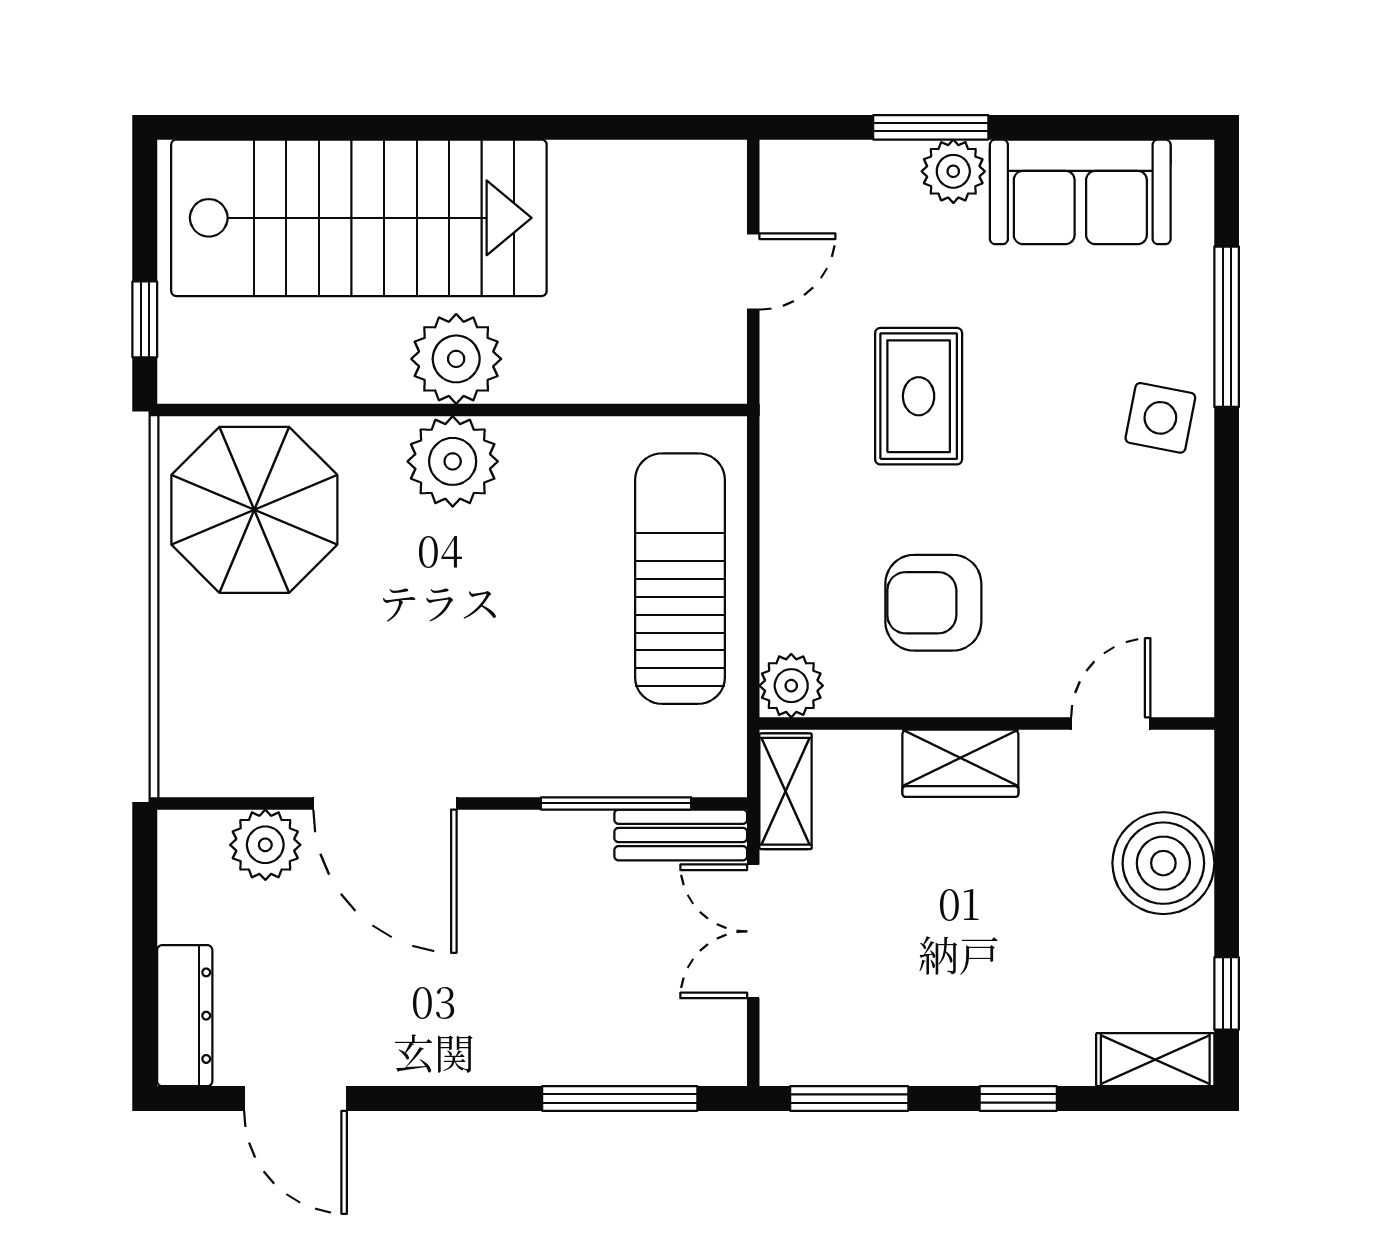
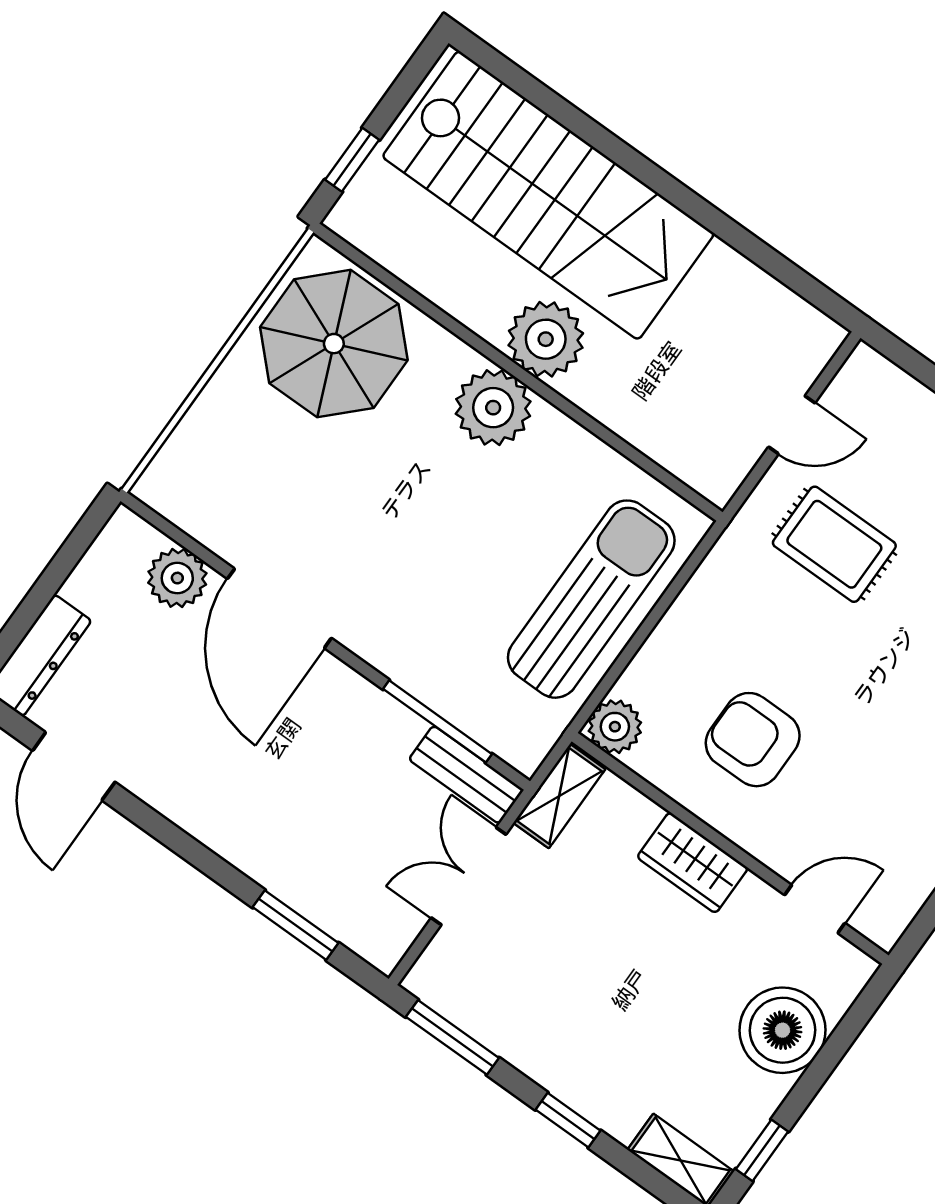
rug: (919, 396) -> (834, 544), moved, turned 90
window: (620, 1099) -> (296, 925), width x0.69

